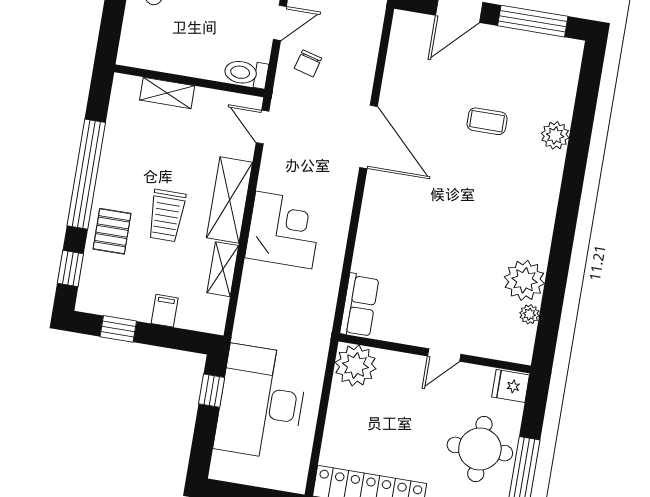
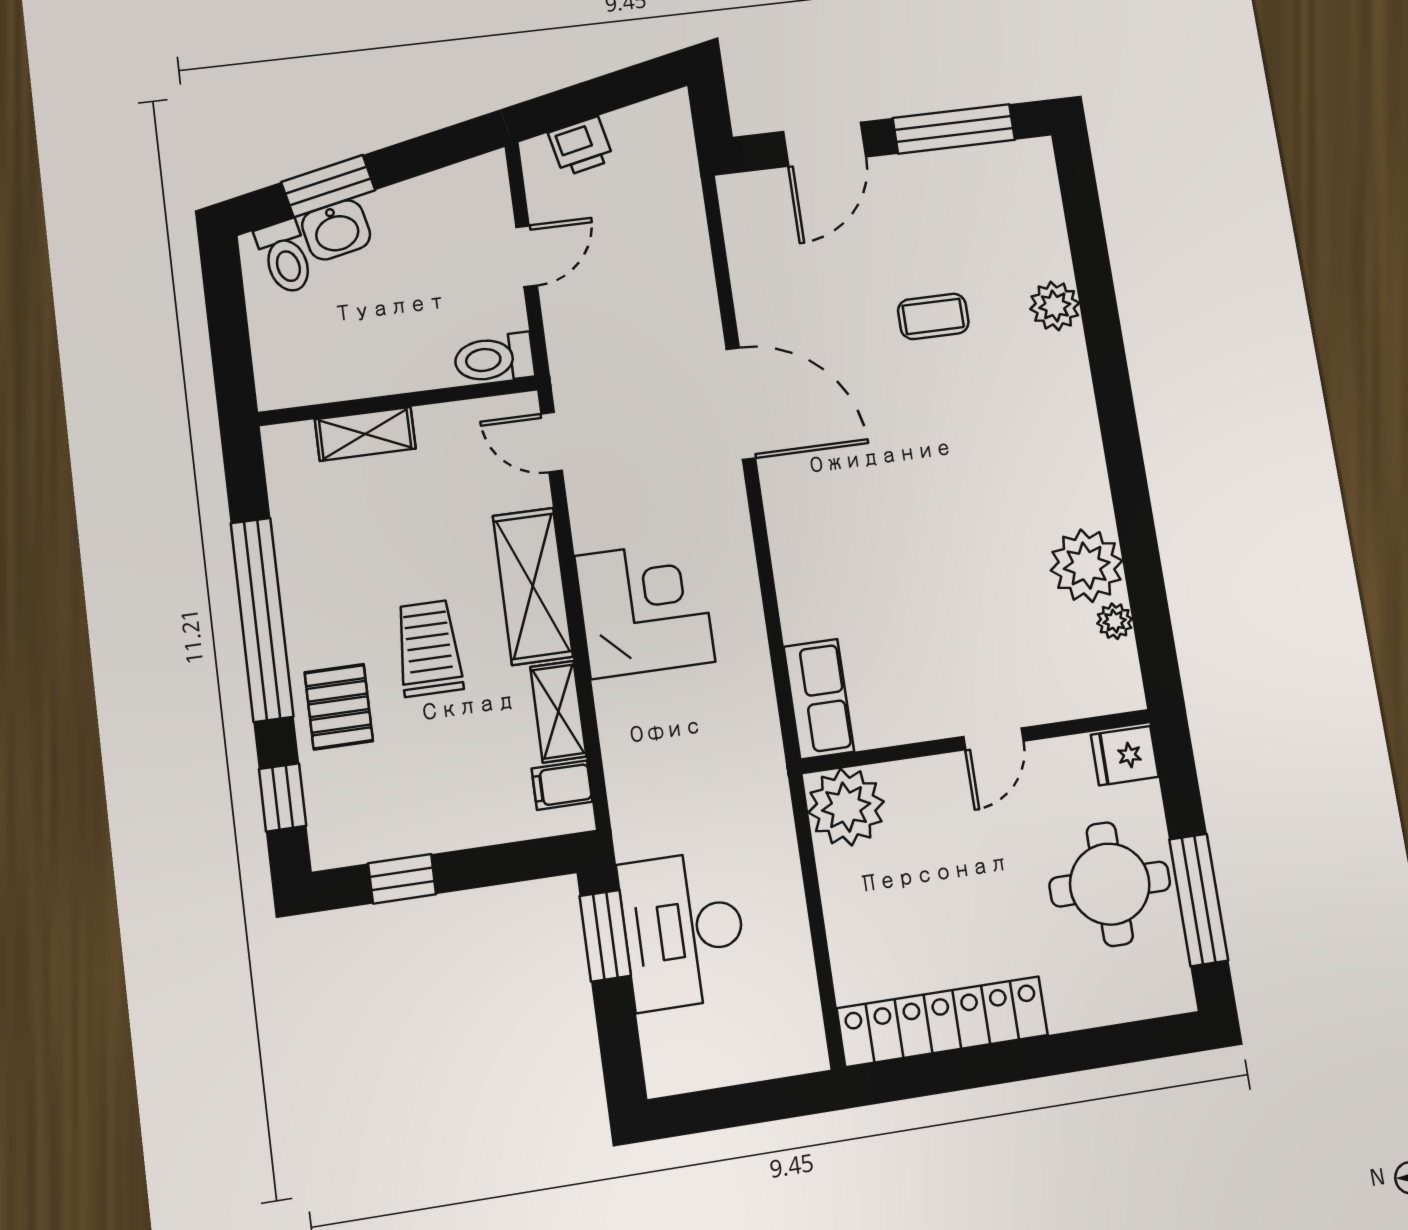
chair: (308, 63) -> (597, 310), removed
trolley: (167, 216) -> (429, 648), turned 180
filing cabinet: (165, 311) -> (562, 785), moved, turned -90
window: (212, 391) -> (605, 936), width x1.50
desk: (261, 402) -> (683, 930), width x0.73, depth x0.77

